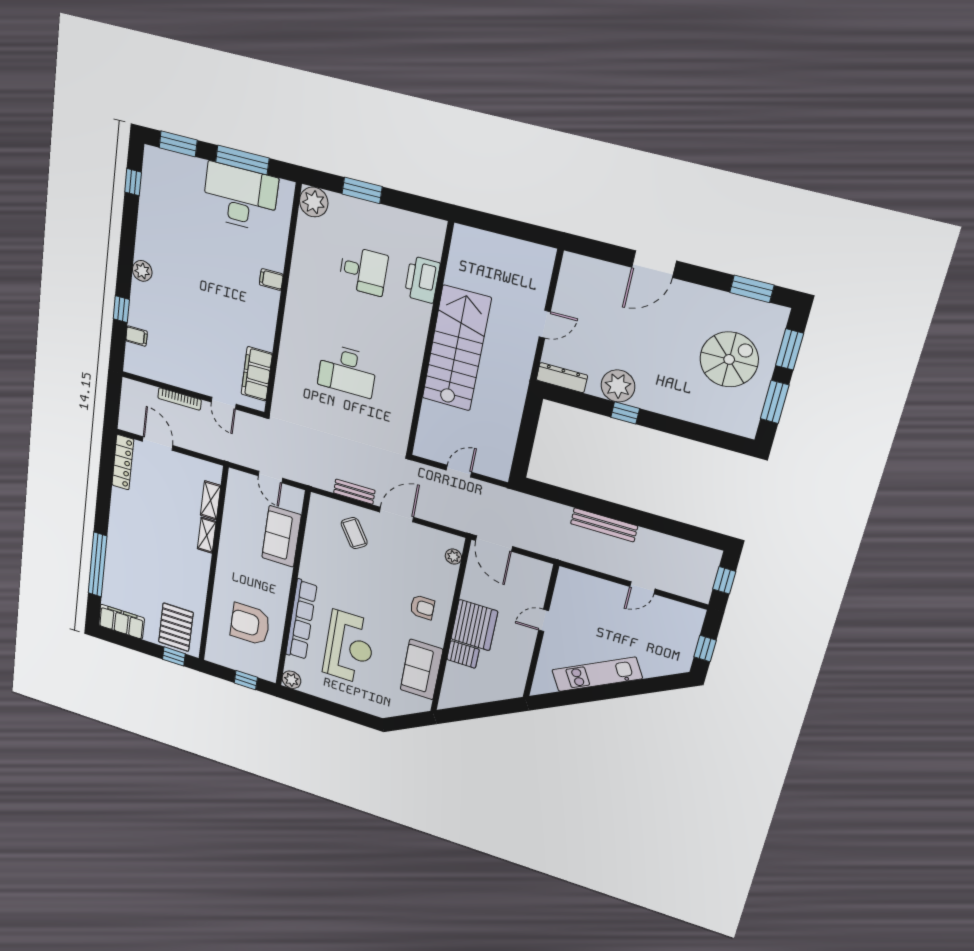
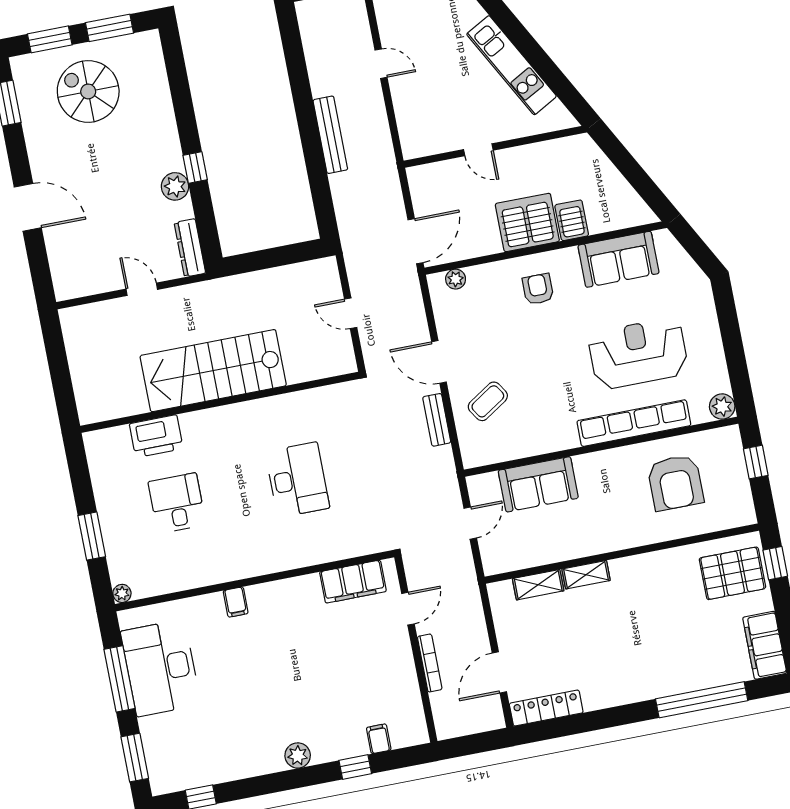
plant: (314, 202) -> (122, 593), width x0.53, depth x0.53
plant: (618, 386) -> (175, 186), width x0.73, depth x0.73

